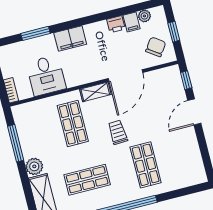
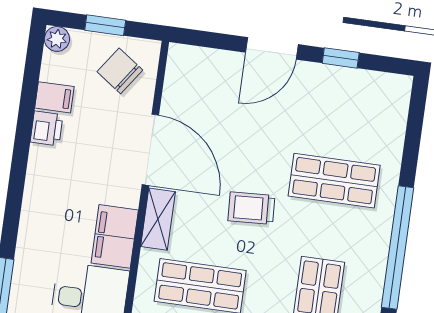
plant: (144, 16) -> (57, 39), moved
filing cabinet: (70, 39) -> (115, 236), moved, turned 180
window: (186, 80) -> (341, 58), moved
door: (194, 112) -> (272, 48), hinge flipped

